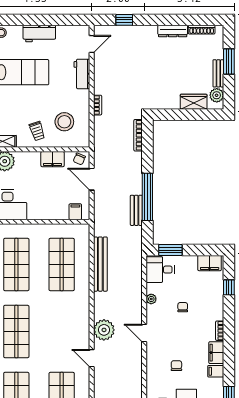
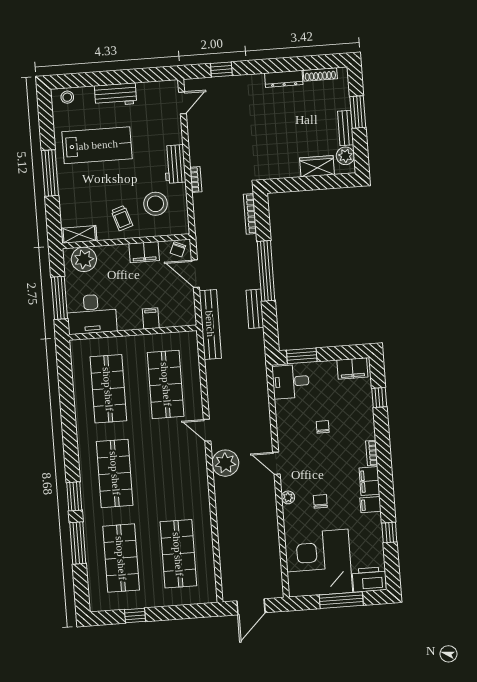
workbench: (82, 74) -> (175, 164), moved
window: (147, 197) -> (266, 271), moved
filing cabinet: (75, 212) -> (151, 318), moved
bench: (100, 264) -> (210, 324), moved
plant: (151, 299) -> (288, 497), moved
door: (92, 358) -> (207, 430), moved

